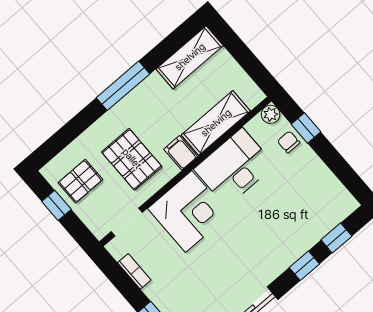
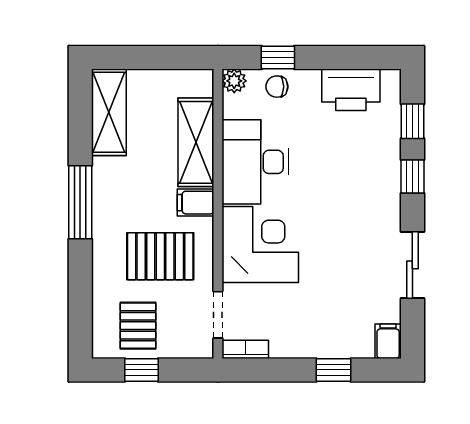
printer: (324, 186) -> (351, 90), added
bookcase: (134, 271) -> (245, 349), moved

